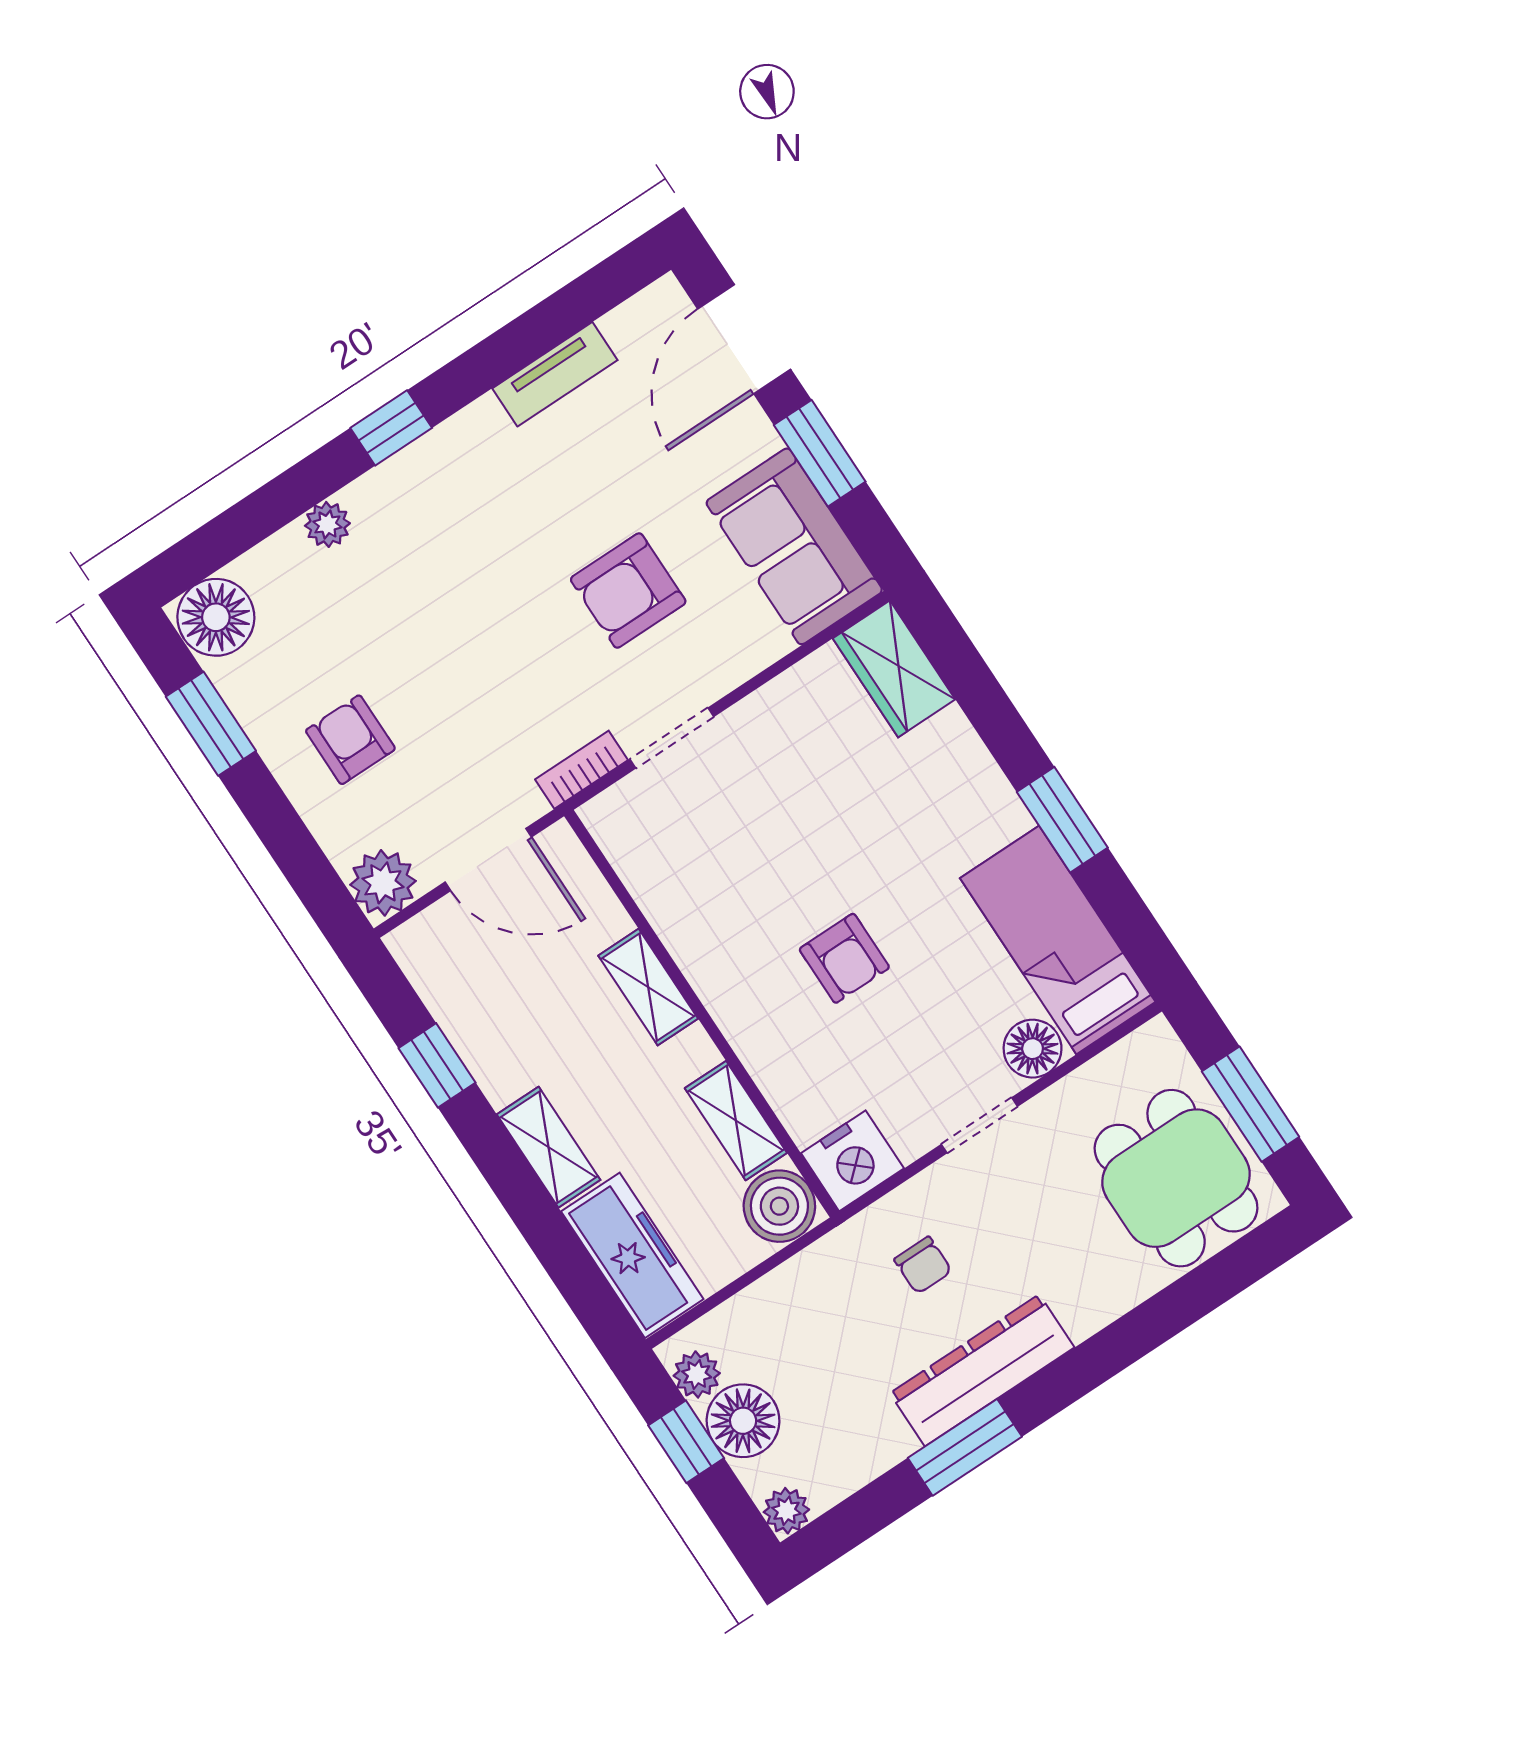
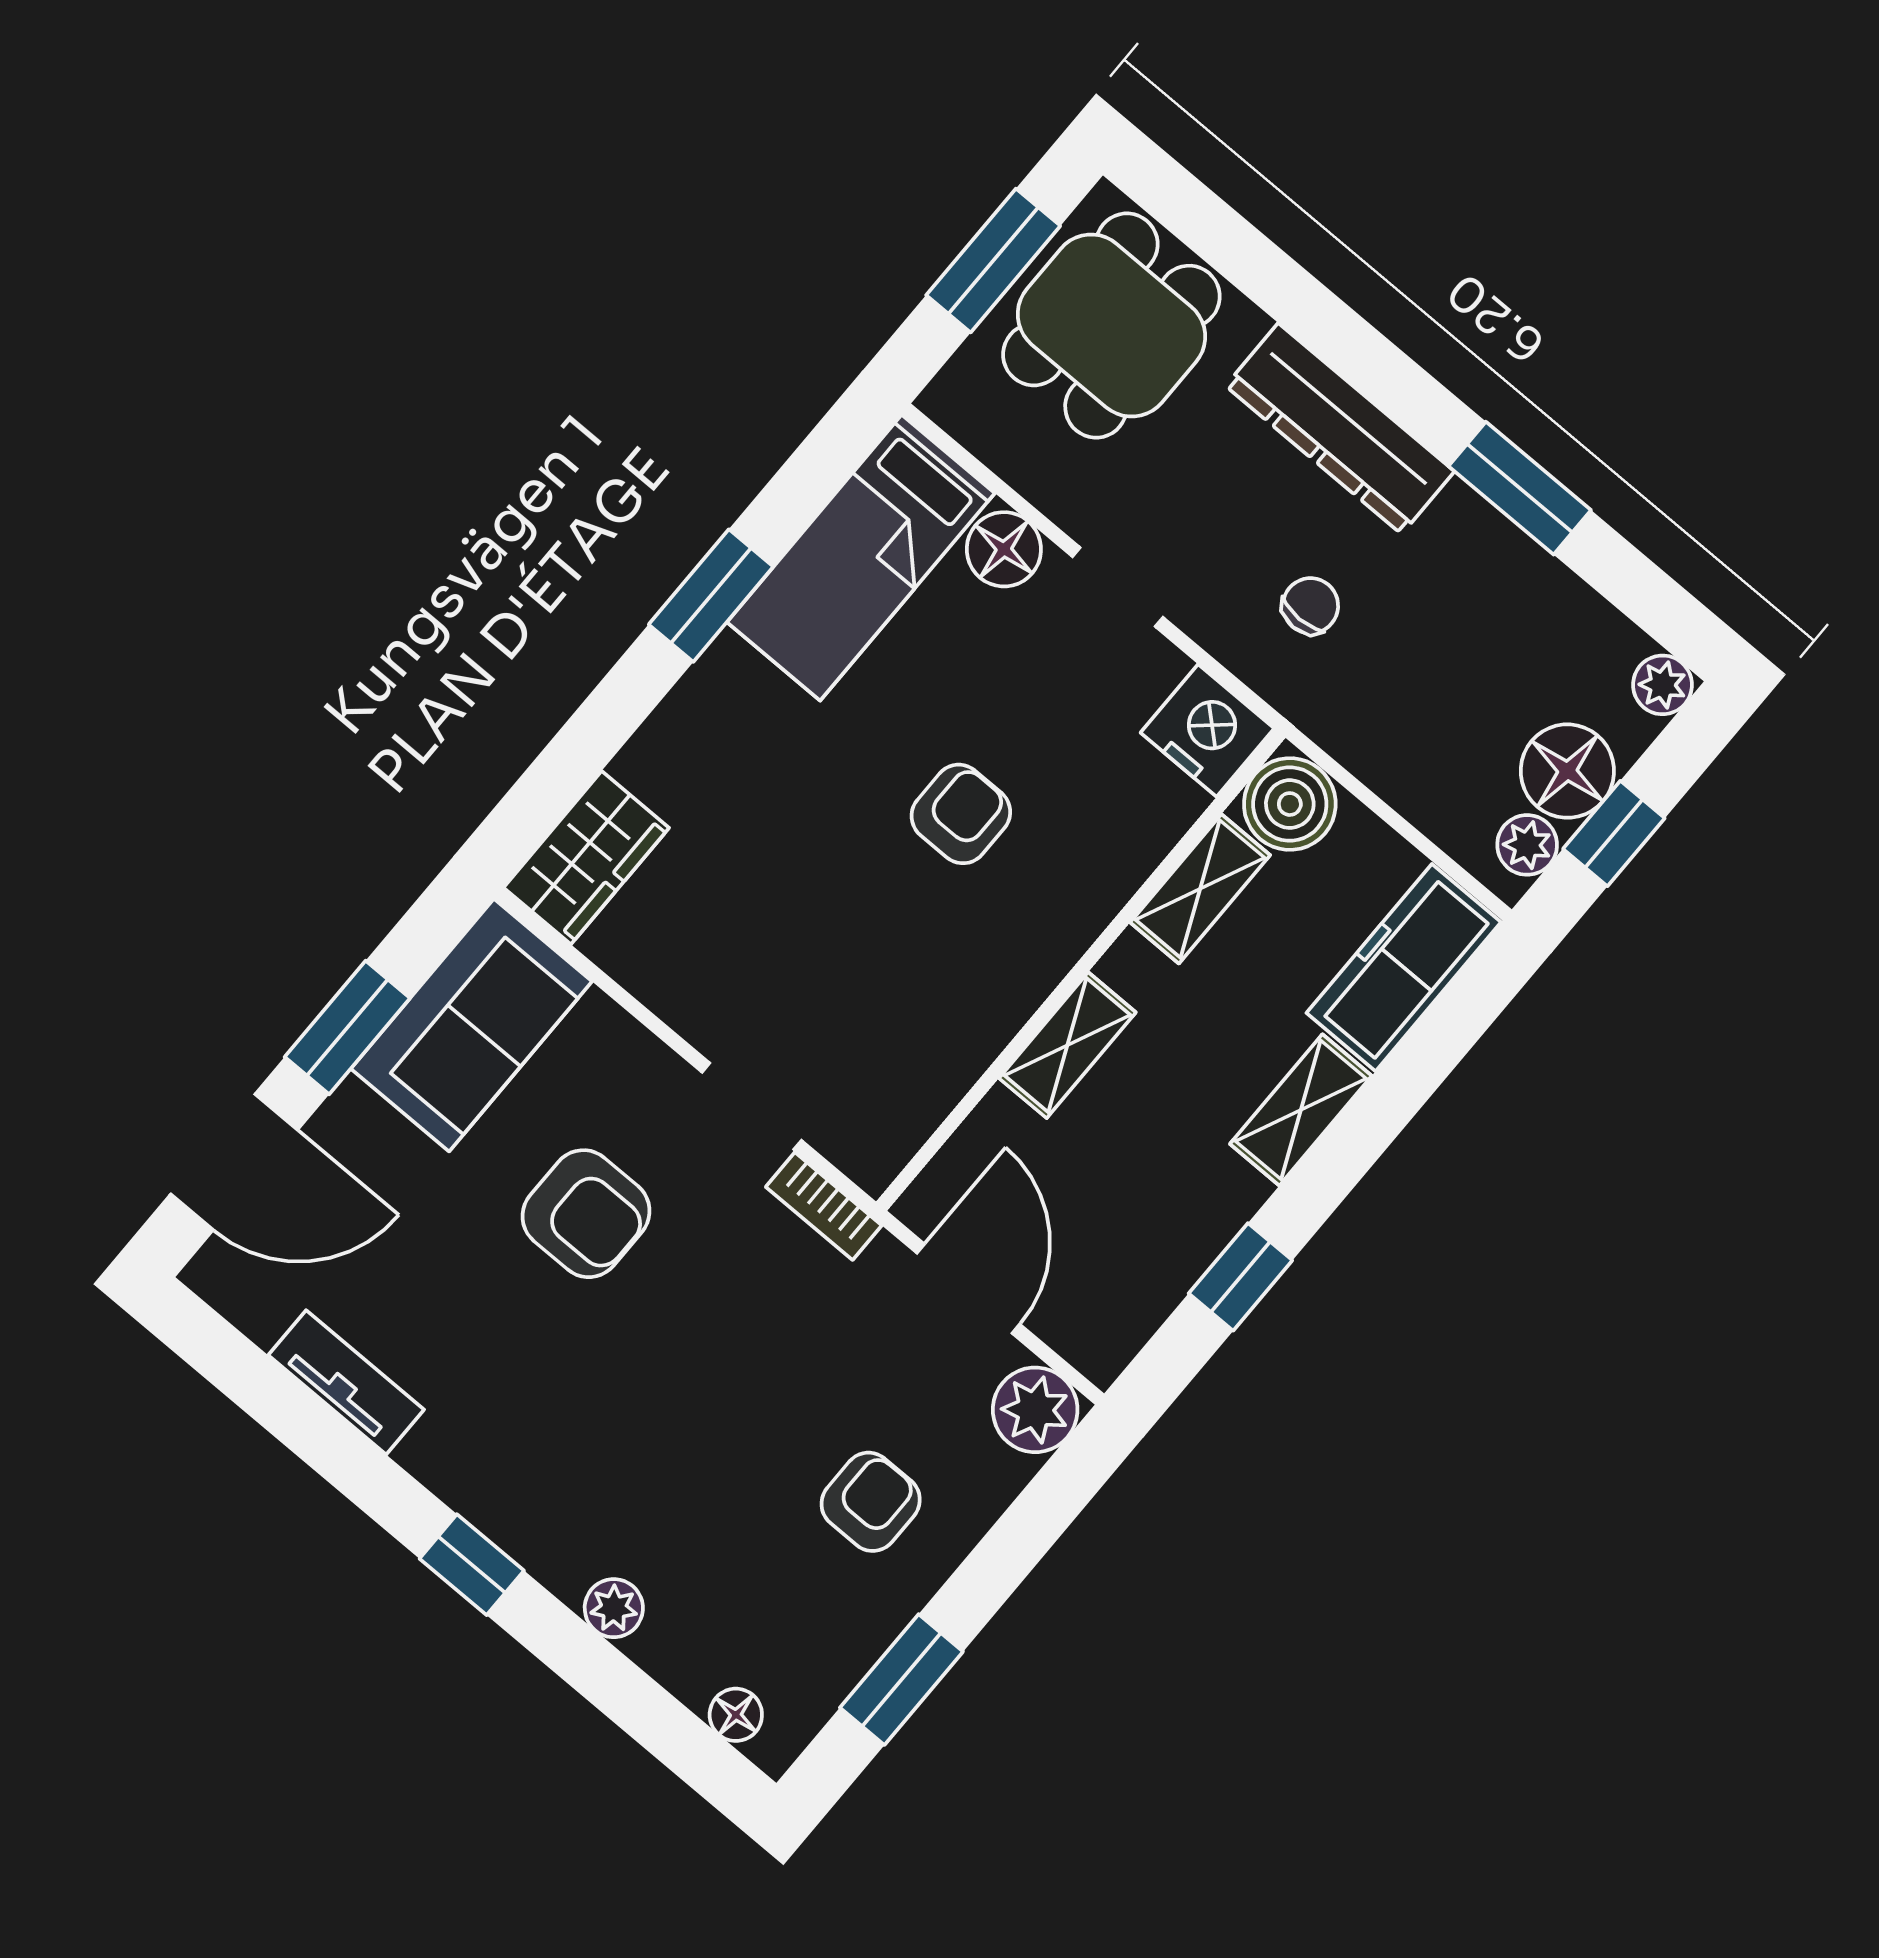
floor lamp: (216, 617) -> (736, 1715), width x0.53, depth x0.53
armchair: (350, 740) -> (871, 1502), turned 180
dresser: (982, 1370) -> (1340, 429), moved

